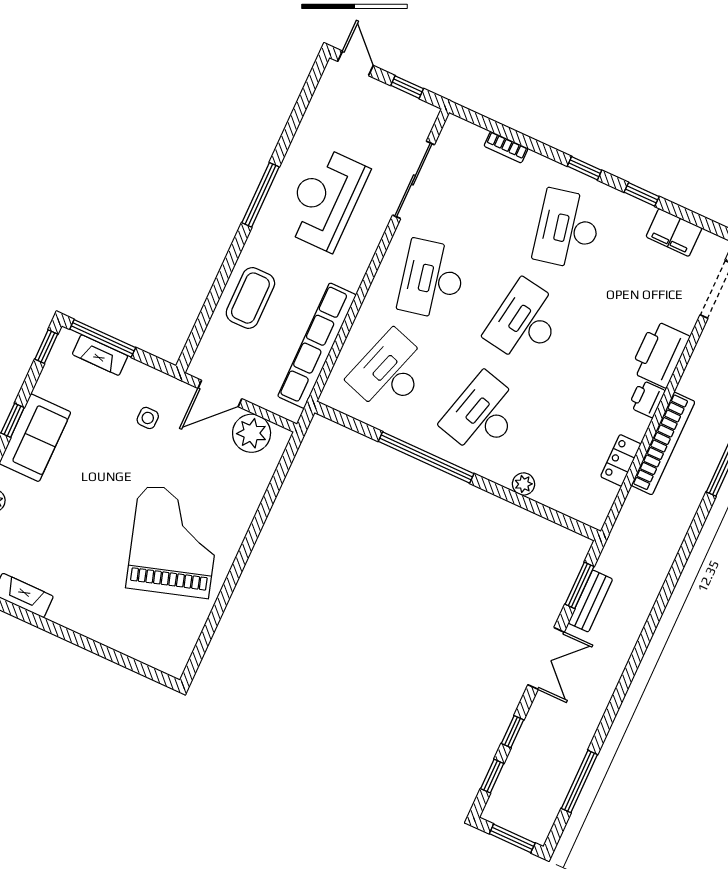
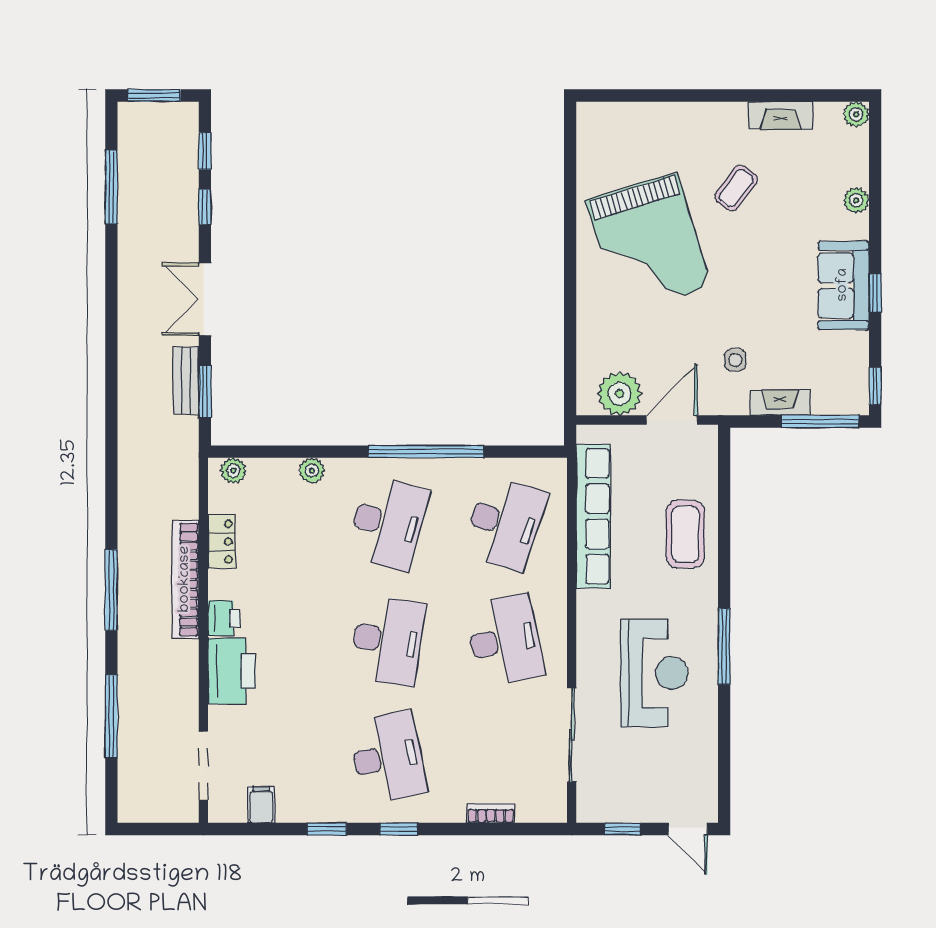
filing cabinet: (674, 232) -> (261, 805), width x0.50
fireplace: (100, 355) -> (780, 403), moved
plant: (586, 512) -> (233, 471), added
coffee table: (85, 554) -> (736, 188), added

